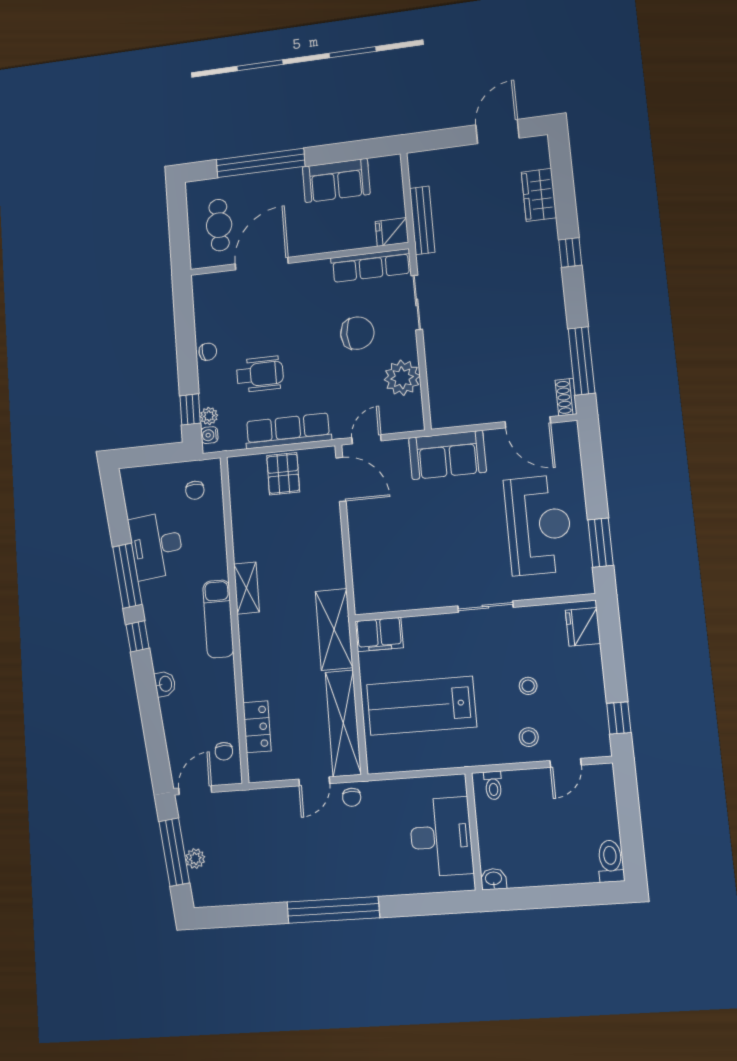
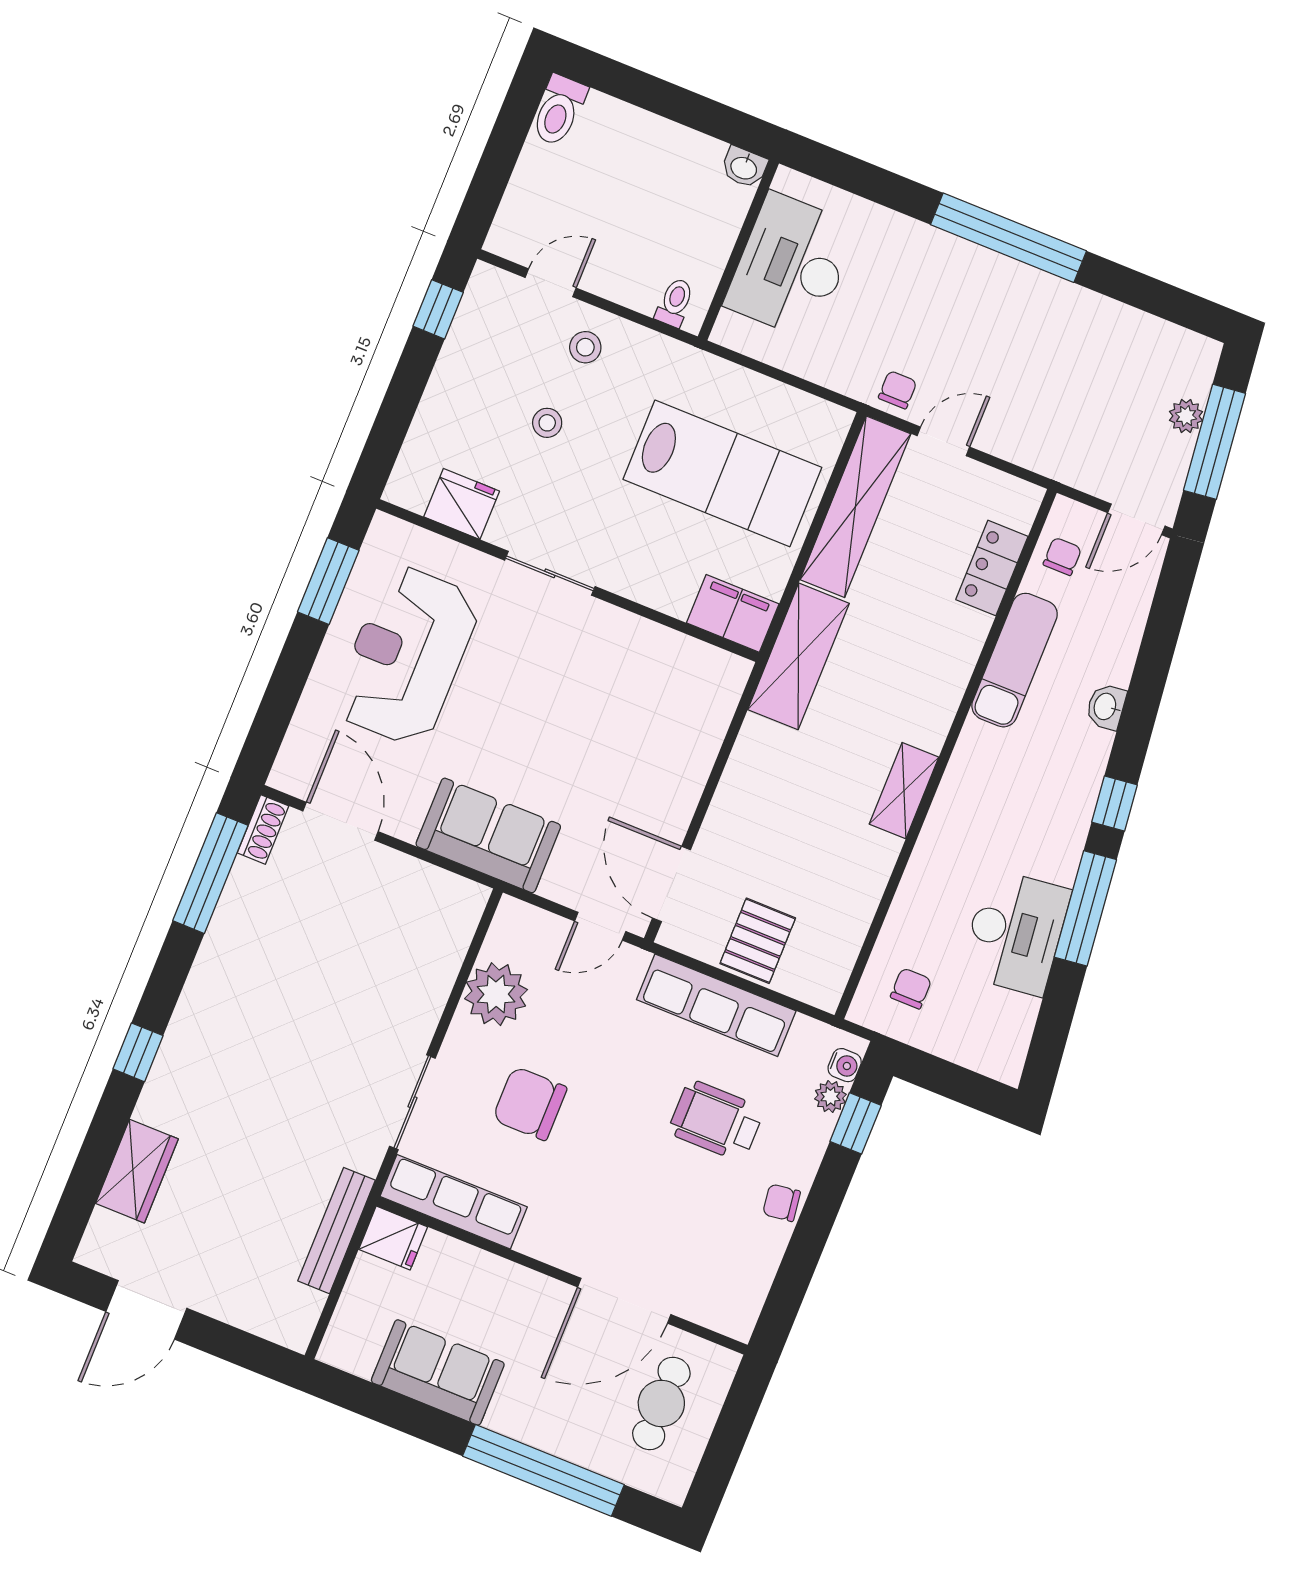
exam couch: (218, 619) -> (1015, 660), moved
fridge: (583, 627) -> (462, 504), moved, turned -90

